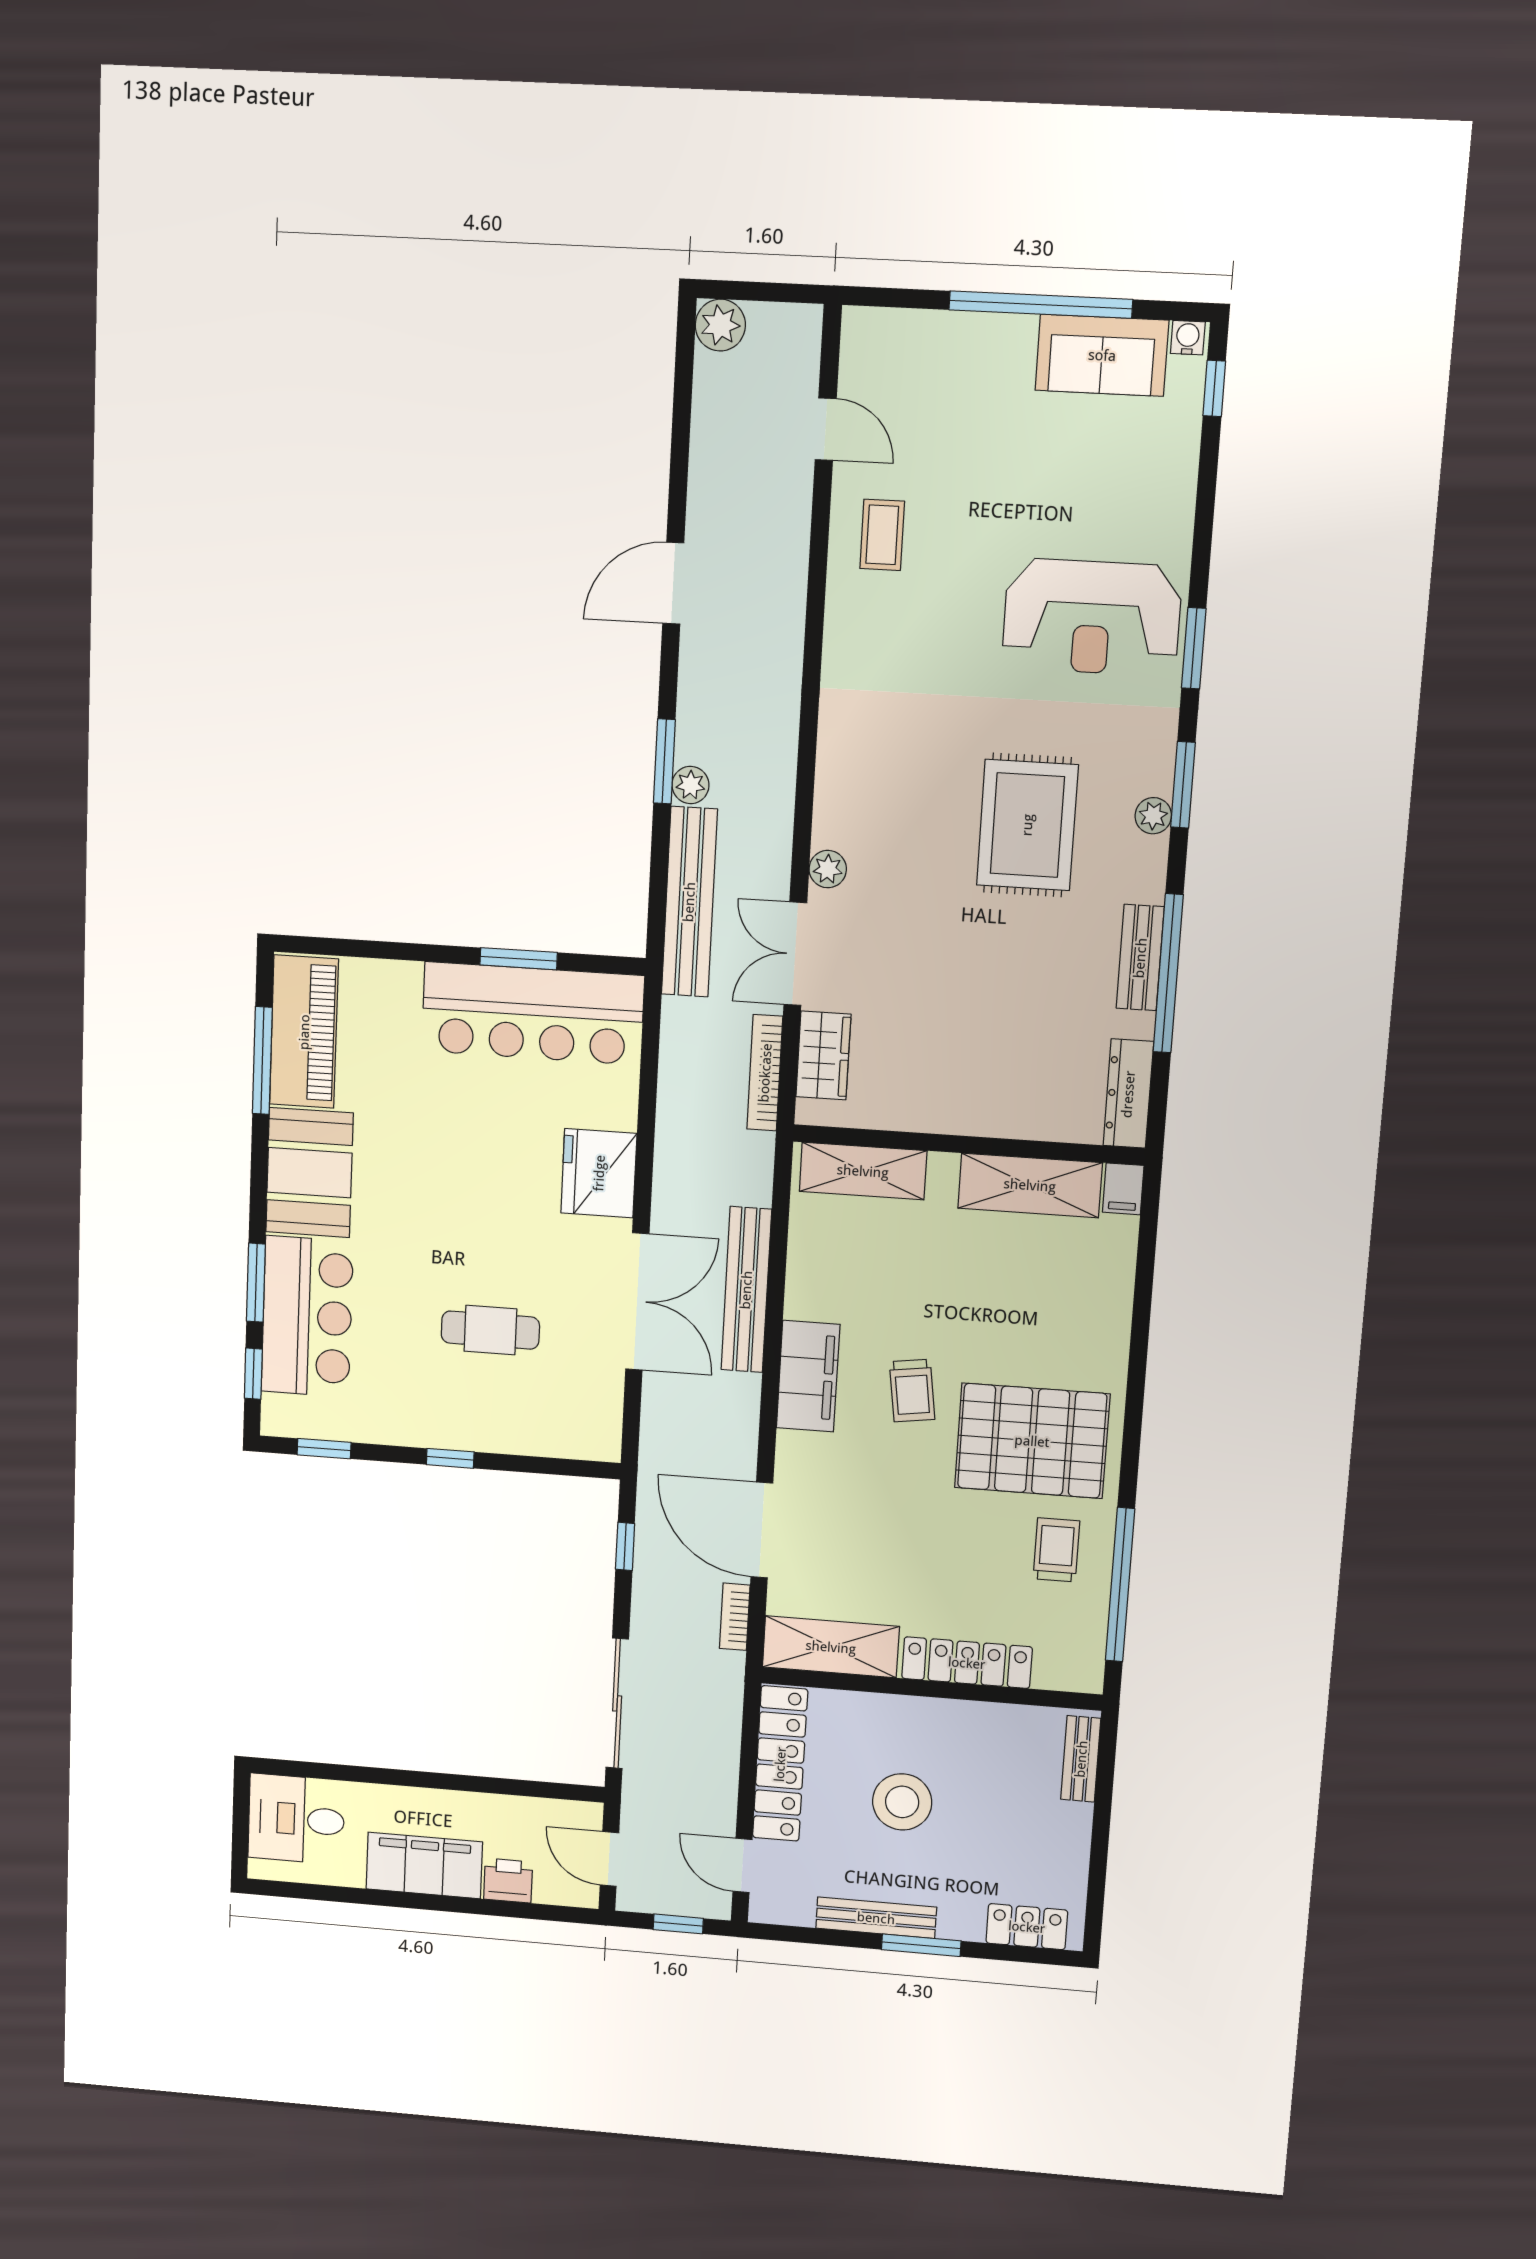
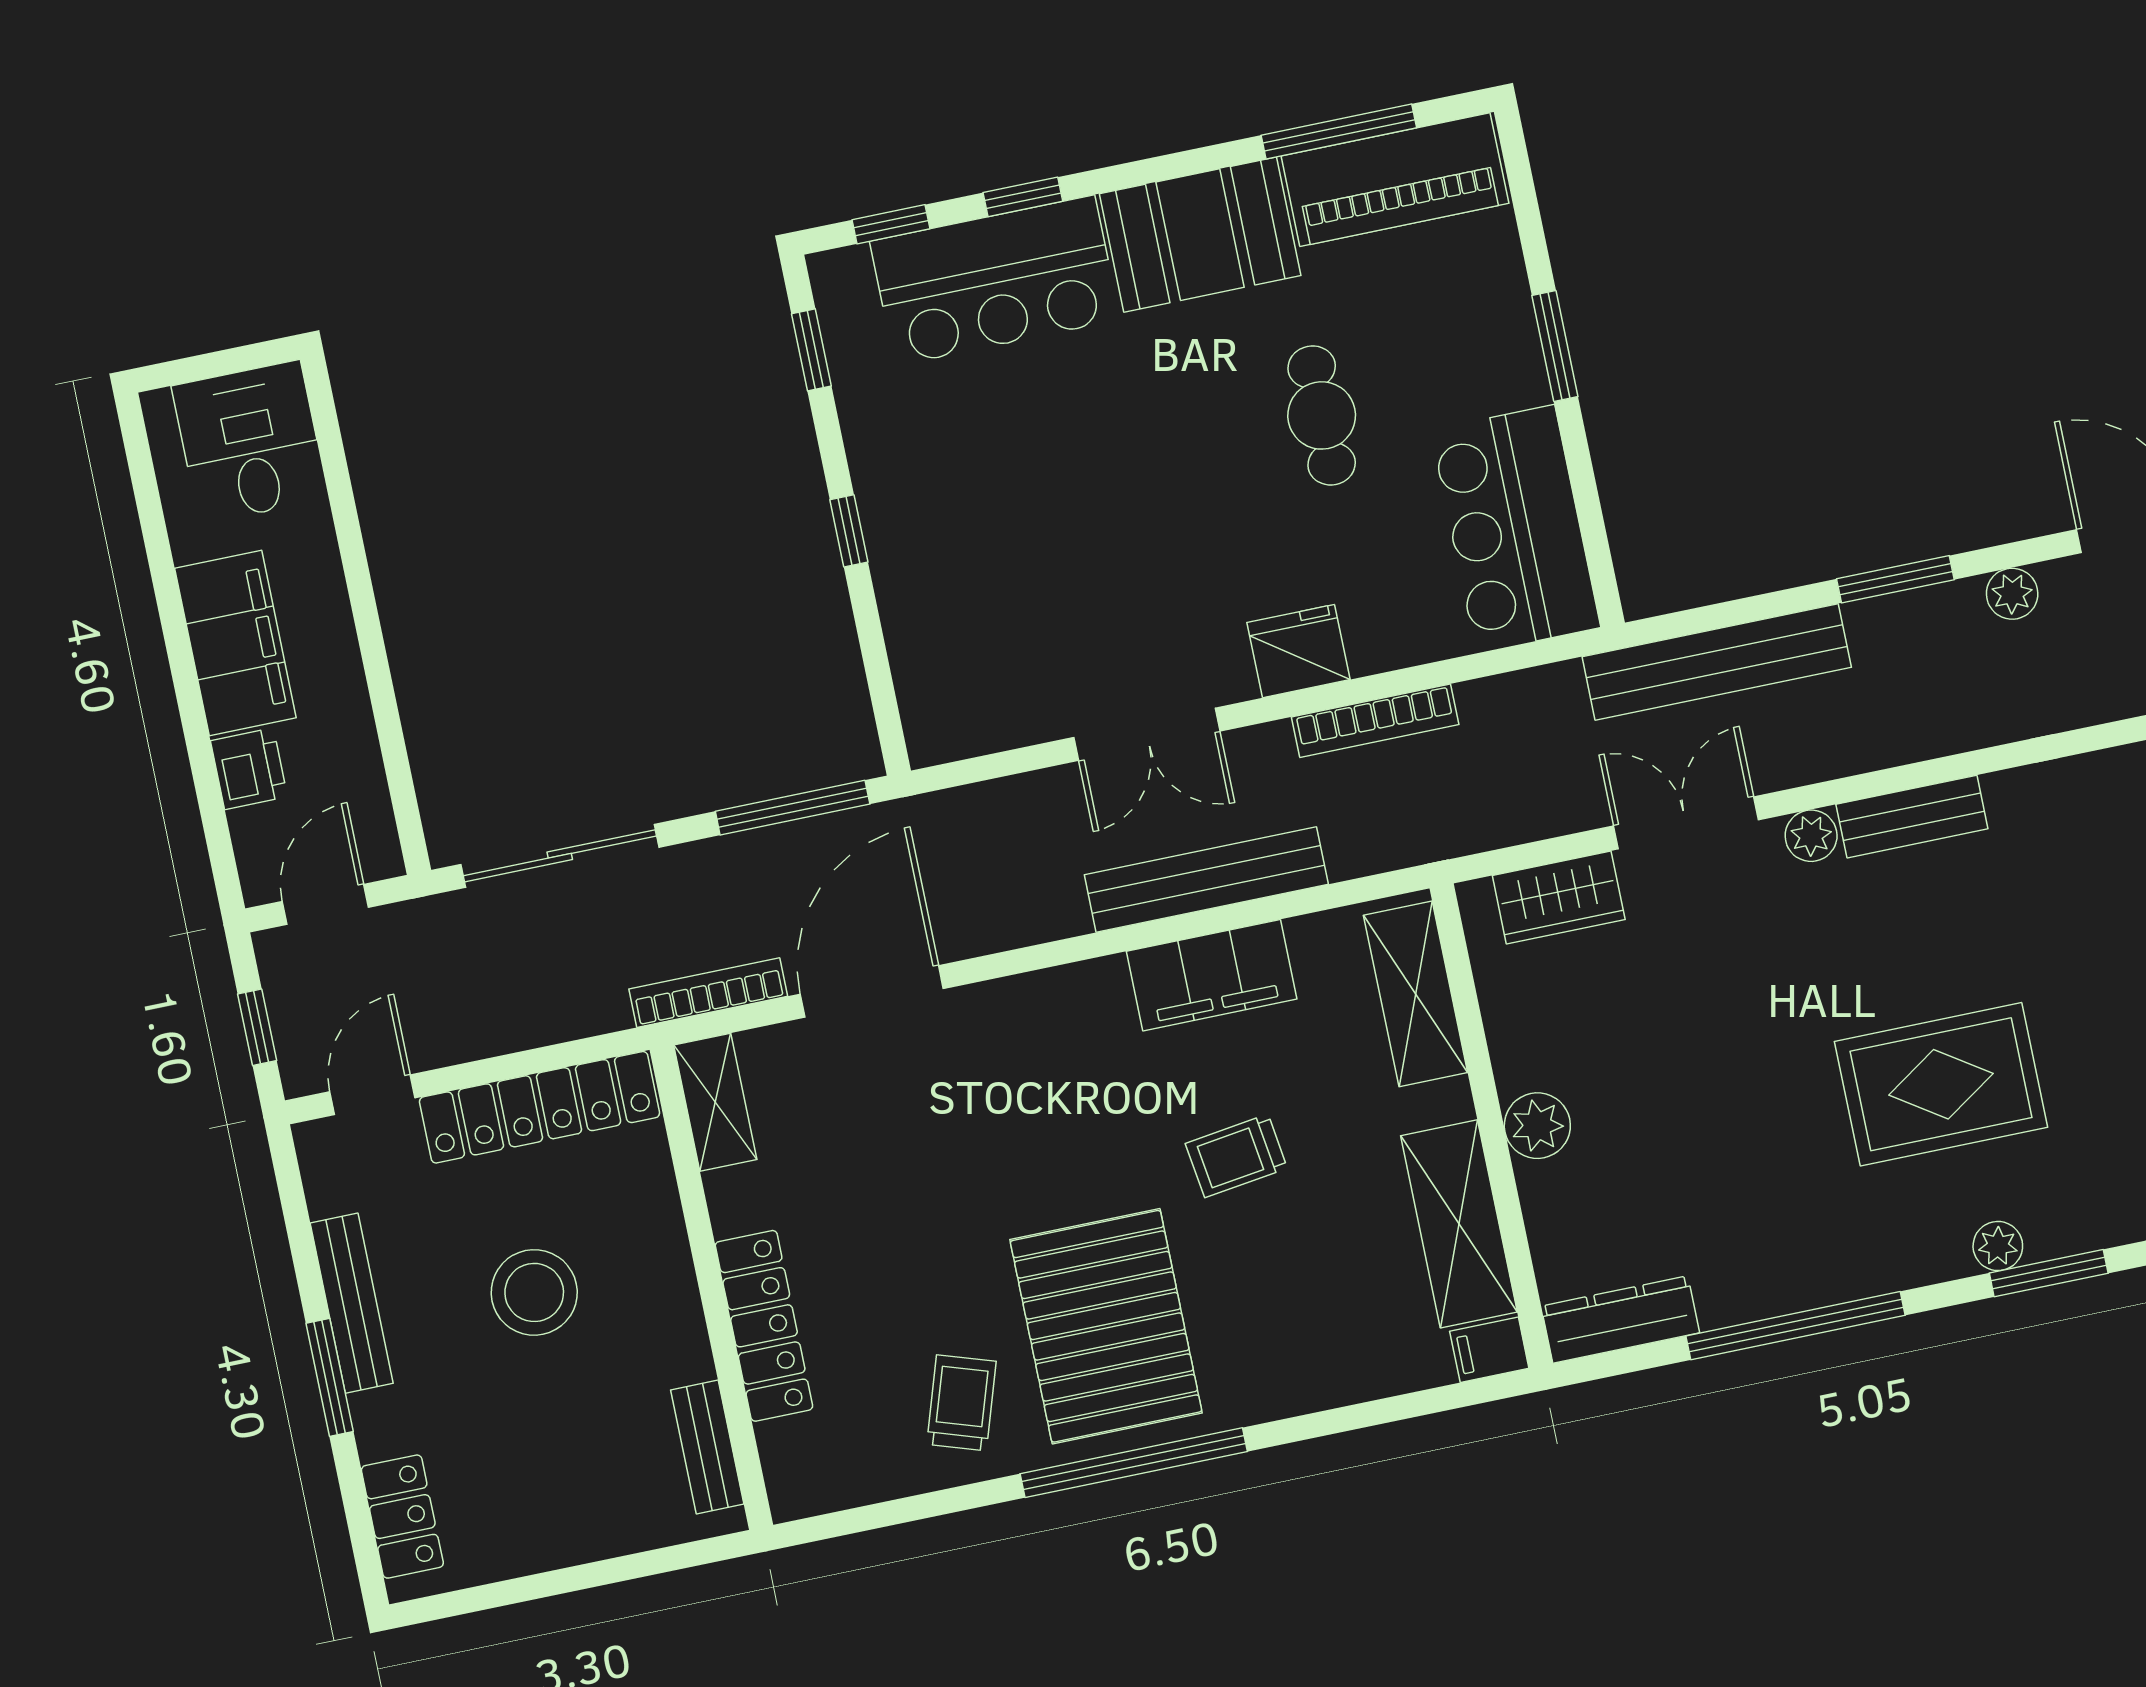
plant: (690, 785) -> (2012, 594), moved
bench: (1140, 958) -> (1912, 817), moved
window: (519, 959) -> (1555, 346), moved
bar counter: (533, 1013) -> (1516, 529), width x0.73
bookcase: (765, 1073) -> (1375, 721), moved, turned 180
plant: (977, 1113) -> (1537, 1126), added
fridge: (599, 1173) -> (1298, 651), width x0.73, depth x0.75
window: (256, 1283) -> (1023, 197), width x0.67
double door: (637, 1302) -> (1147, 734), width x0.73
cafe table: (490, 1330) -> (1322, 415), moved
filing cabinet: (808, 1376) -> (1212, 975), moved
trolley: (912, 1391) -> (1236, 1156), moved
window: (625, 1546) -> (793, 808), width x2.17
trolley: (1056, 1550) -> (961, 1403), turned -72
window: (1120, 1585) -> (1134, 1463), moved
bookcase: (735, 1617) -> (708, 993), width x1.56
shelving: (831, 1647) -> (715, 1102), width x0.67, depth x0.75
bench: (1081, 1759) -> (707, 1447), moved, turned 90

